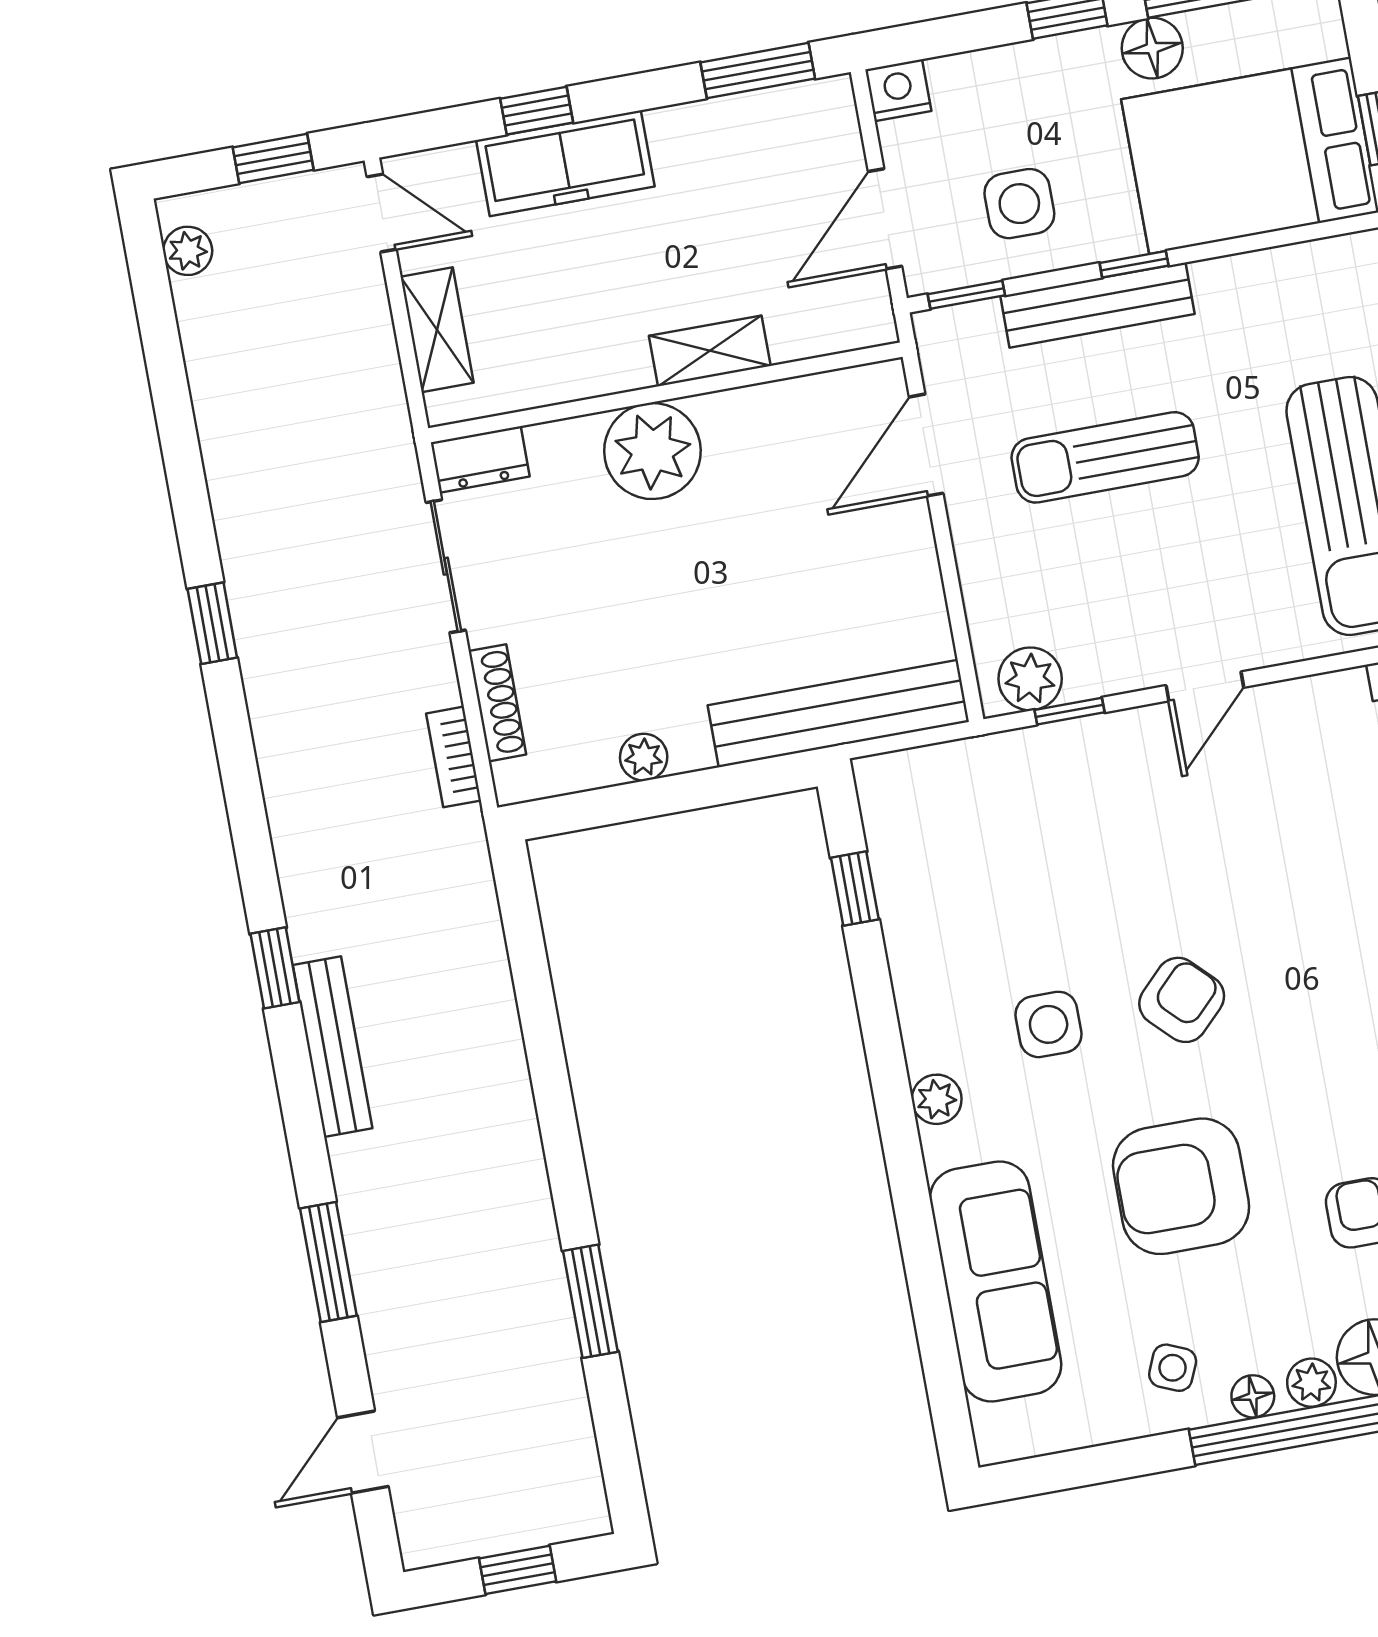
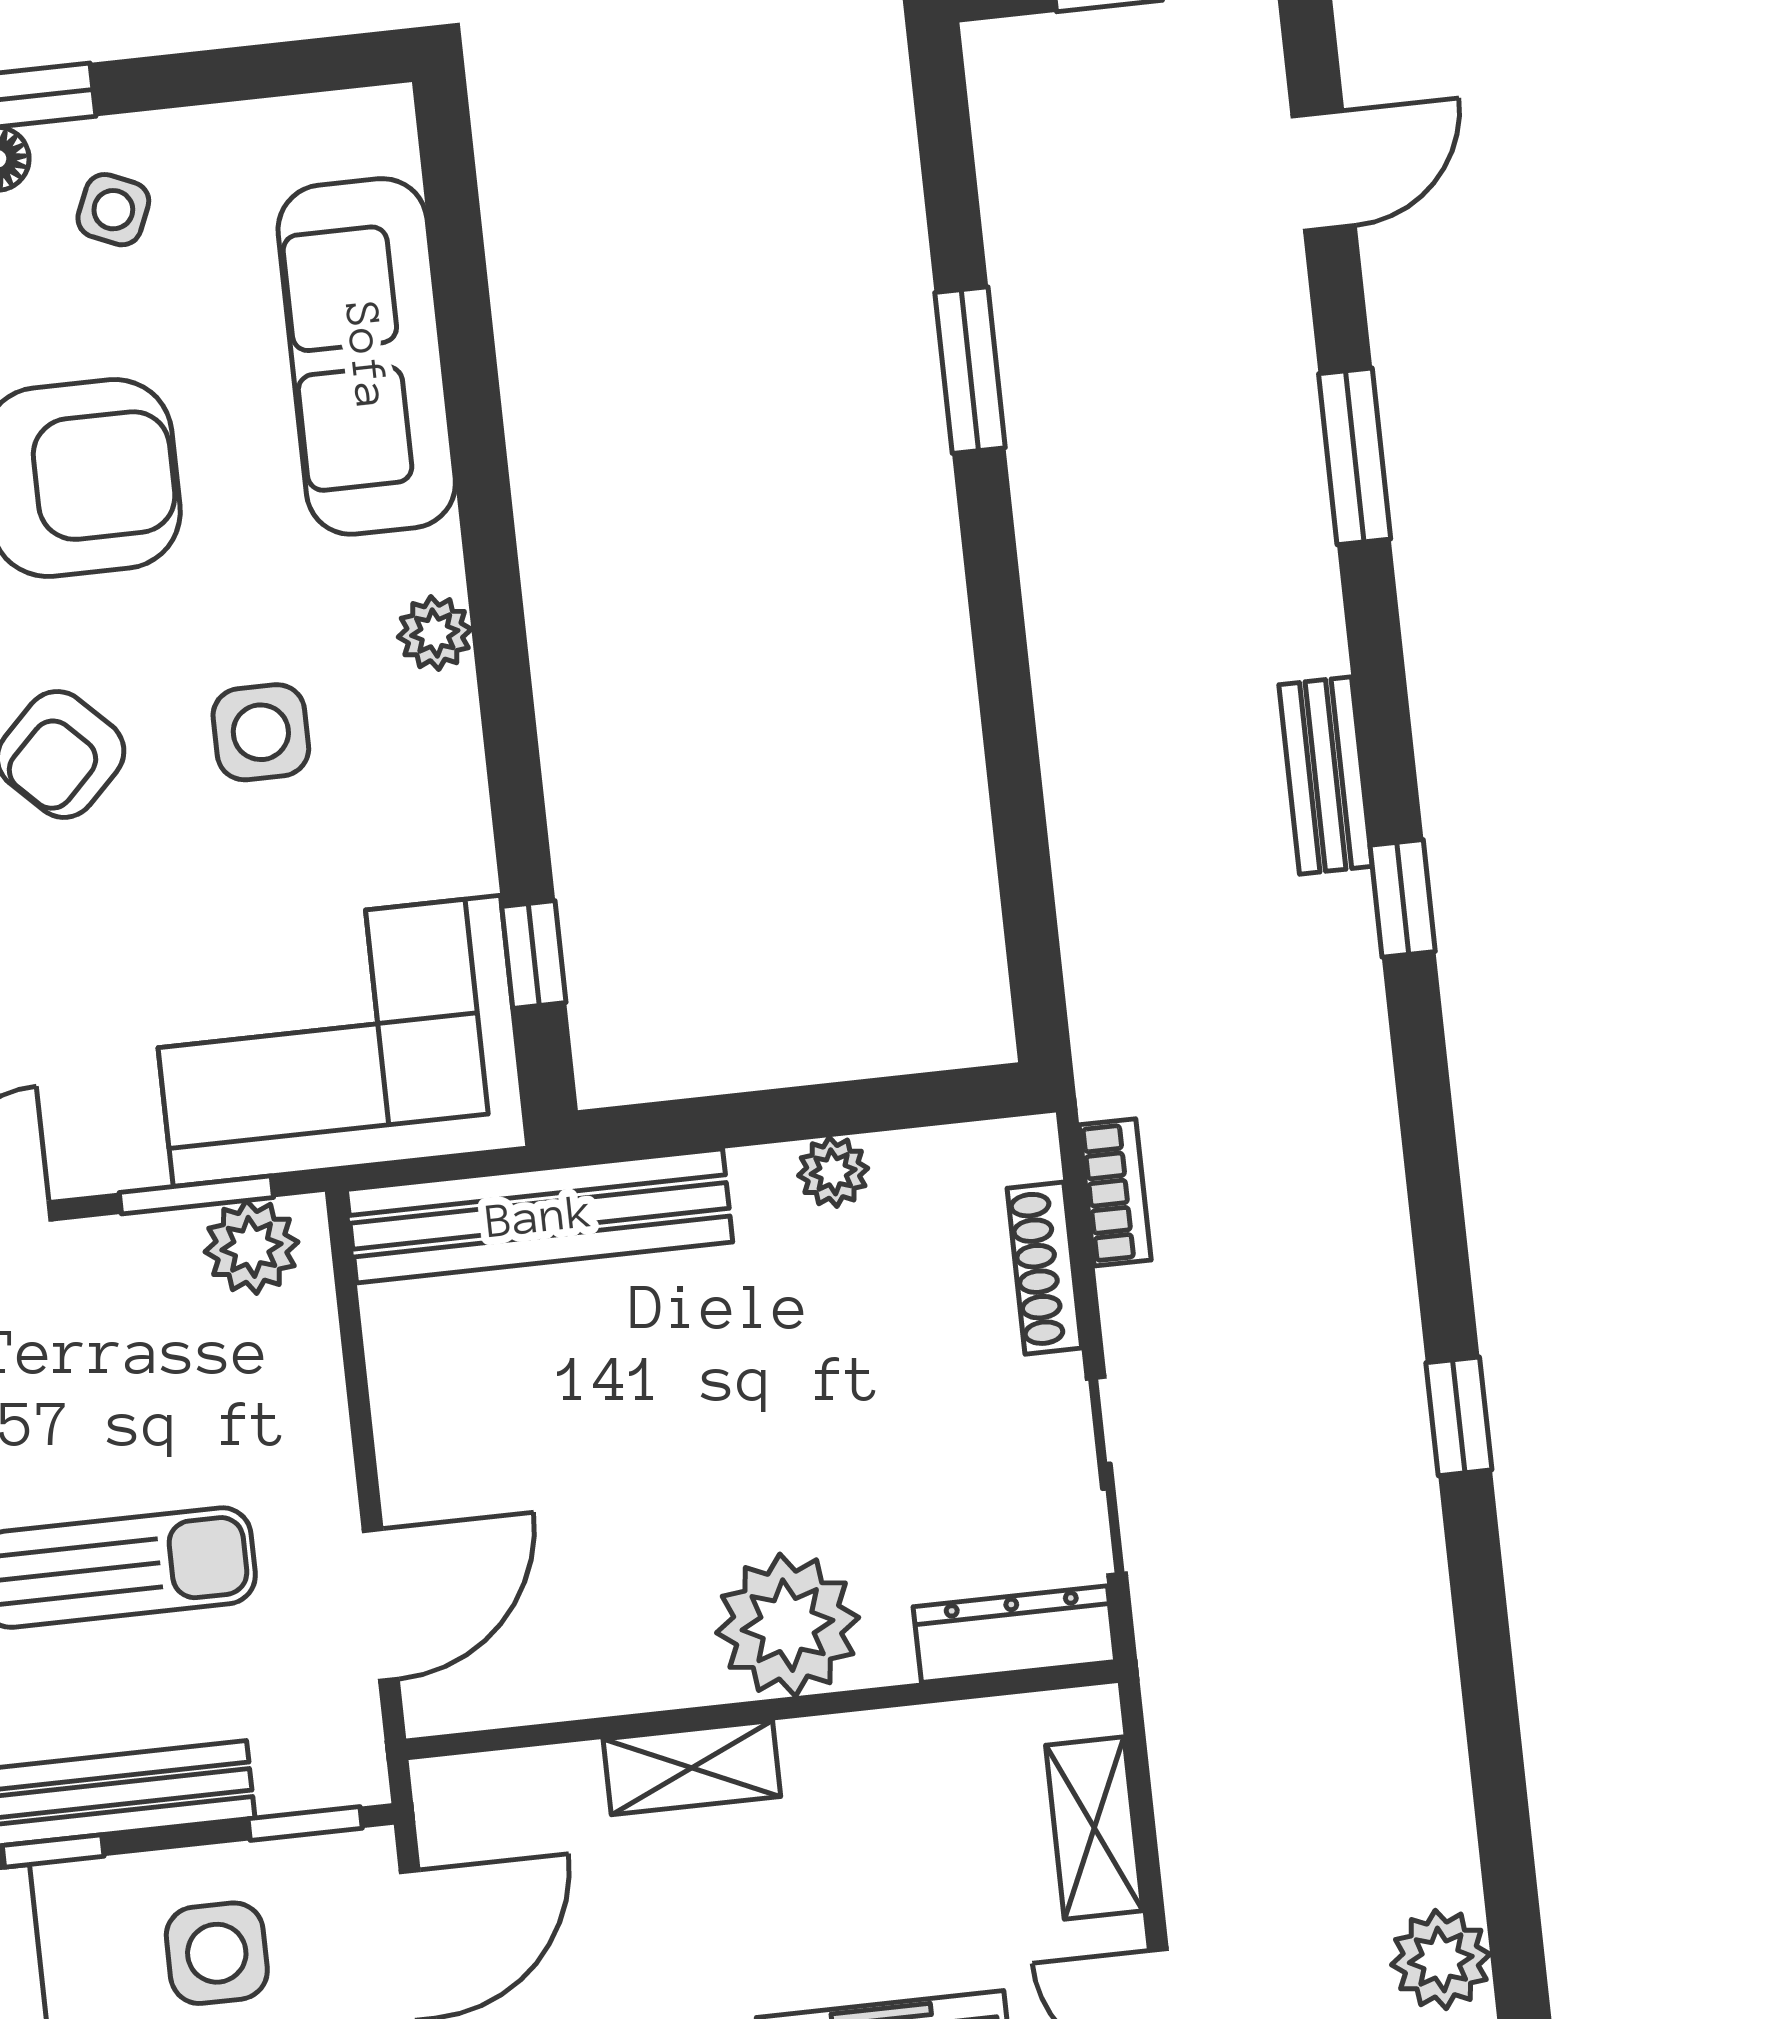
plant: (188, 251) -> (1441, 1959), width x1.38, depth x1.38
dresser: (480, 460) -> (1014, 1634), width x1.44
window: (1070, 711) -> (196, 1195), width x1.50
corner sofa: (983, 821) -> (337, 1041), added
bench: (333, 1047) -> (1326, 775), width x0.73

